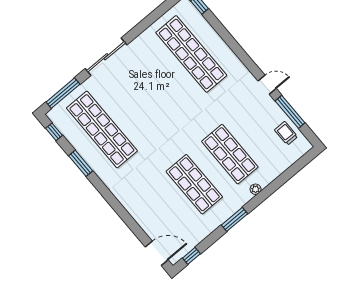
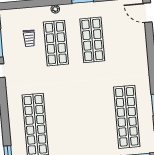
trolley: (286, 133) -> (29, 38), moved

